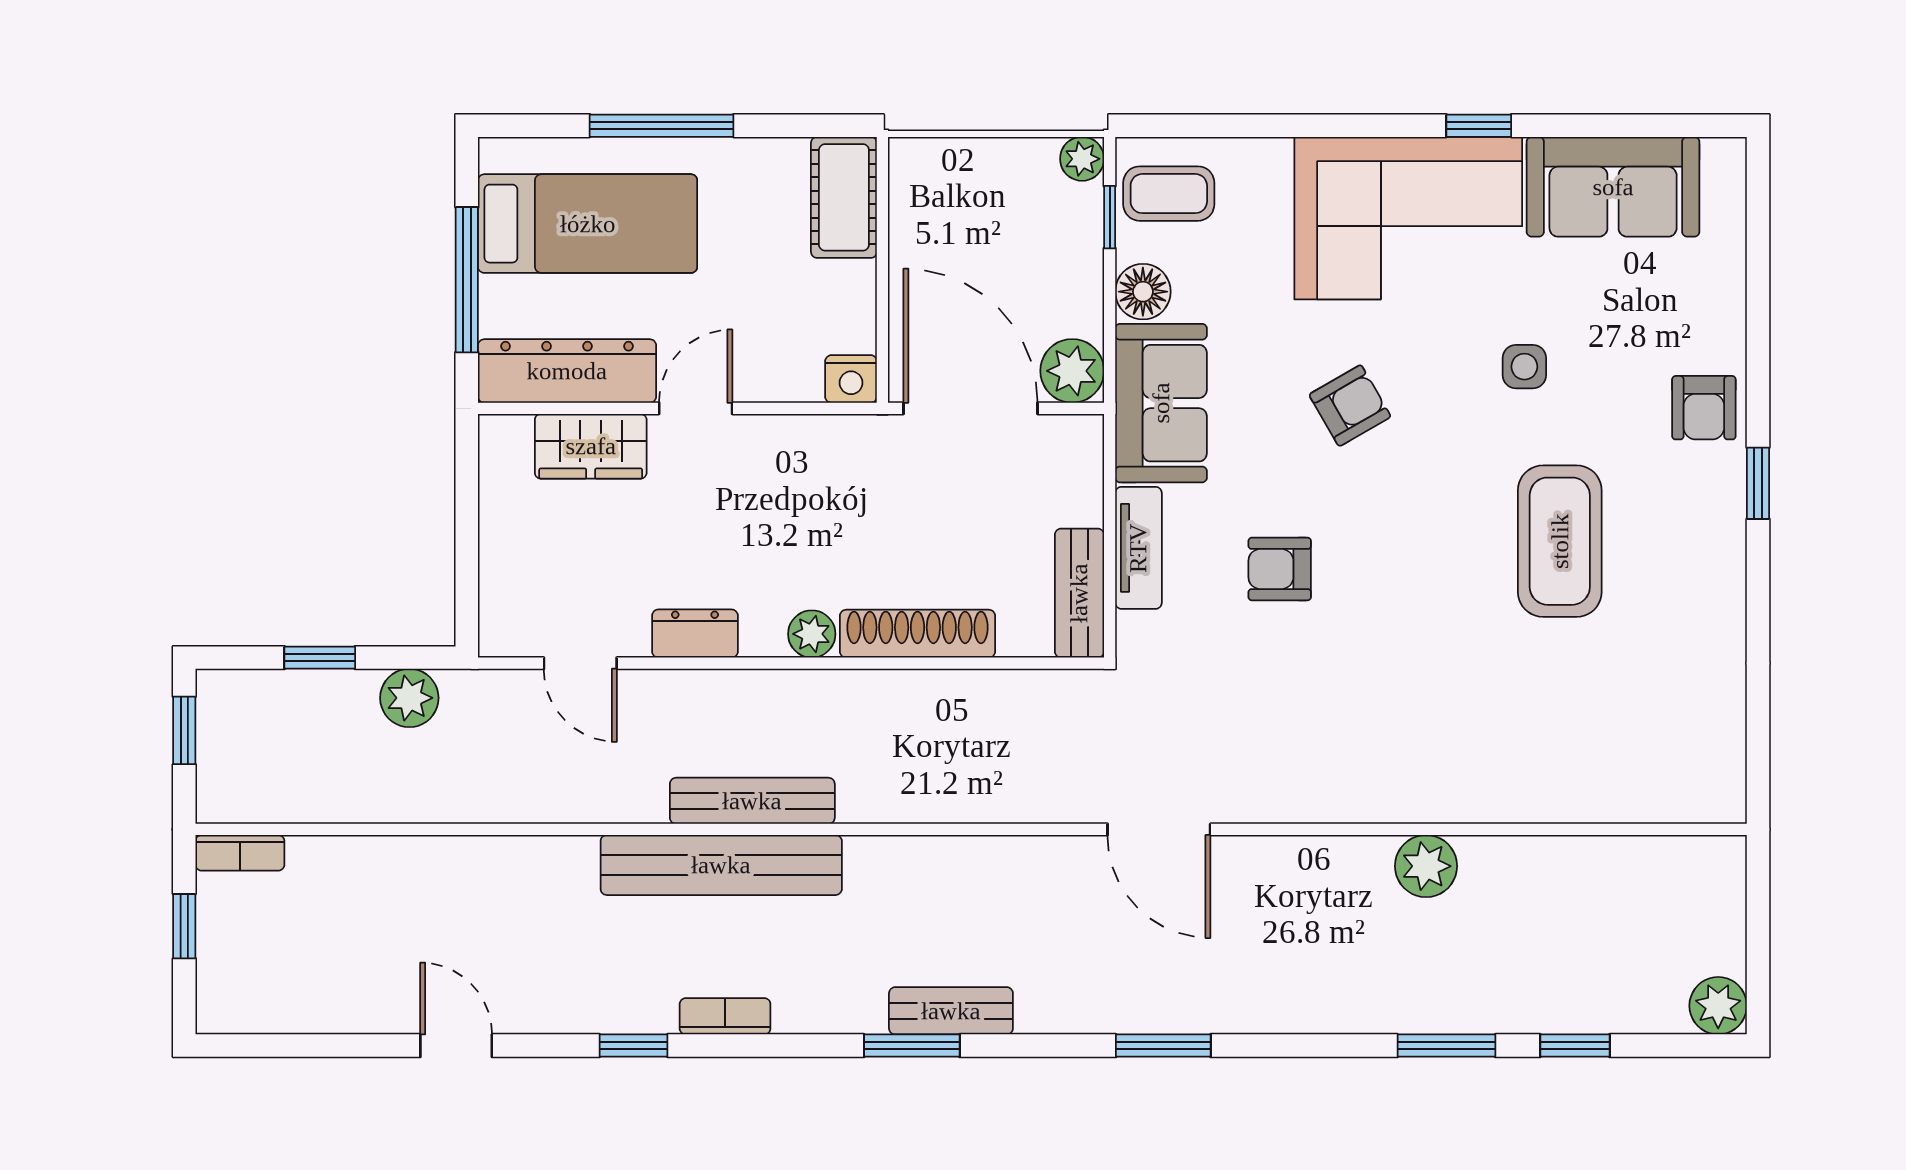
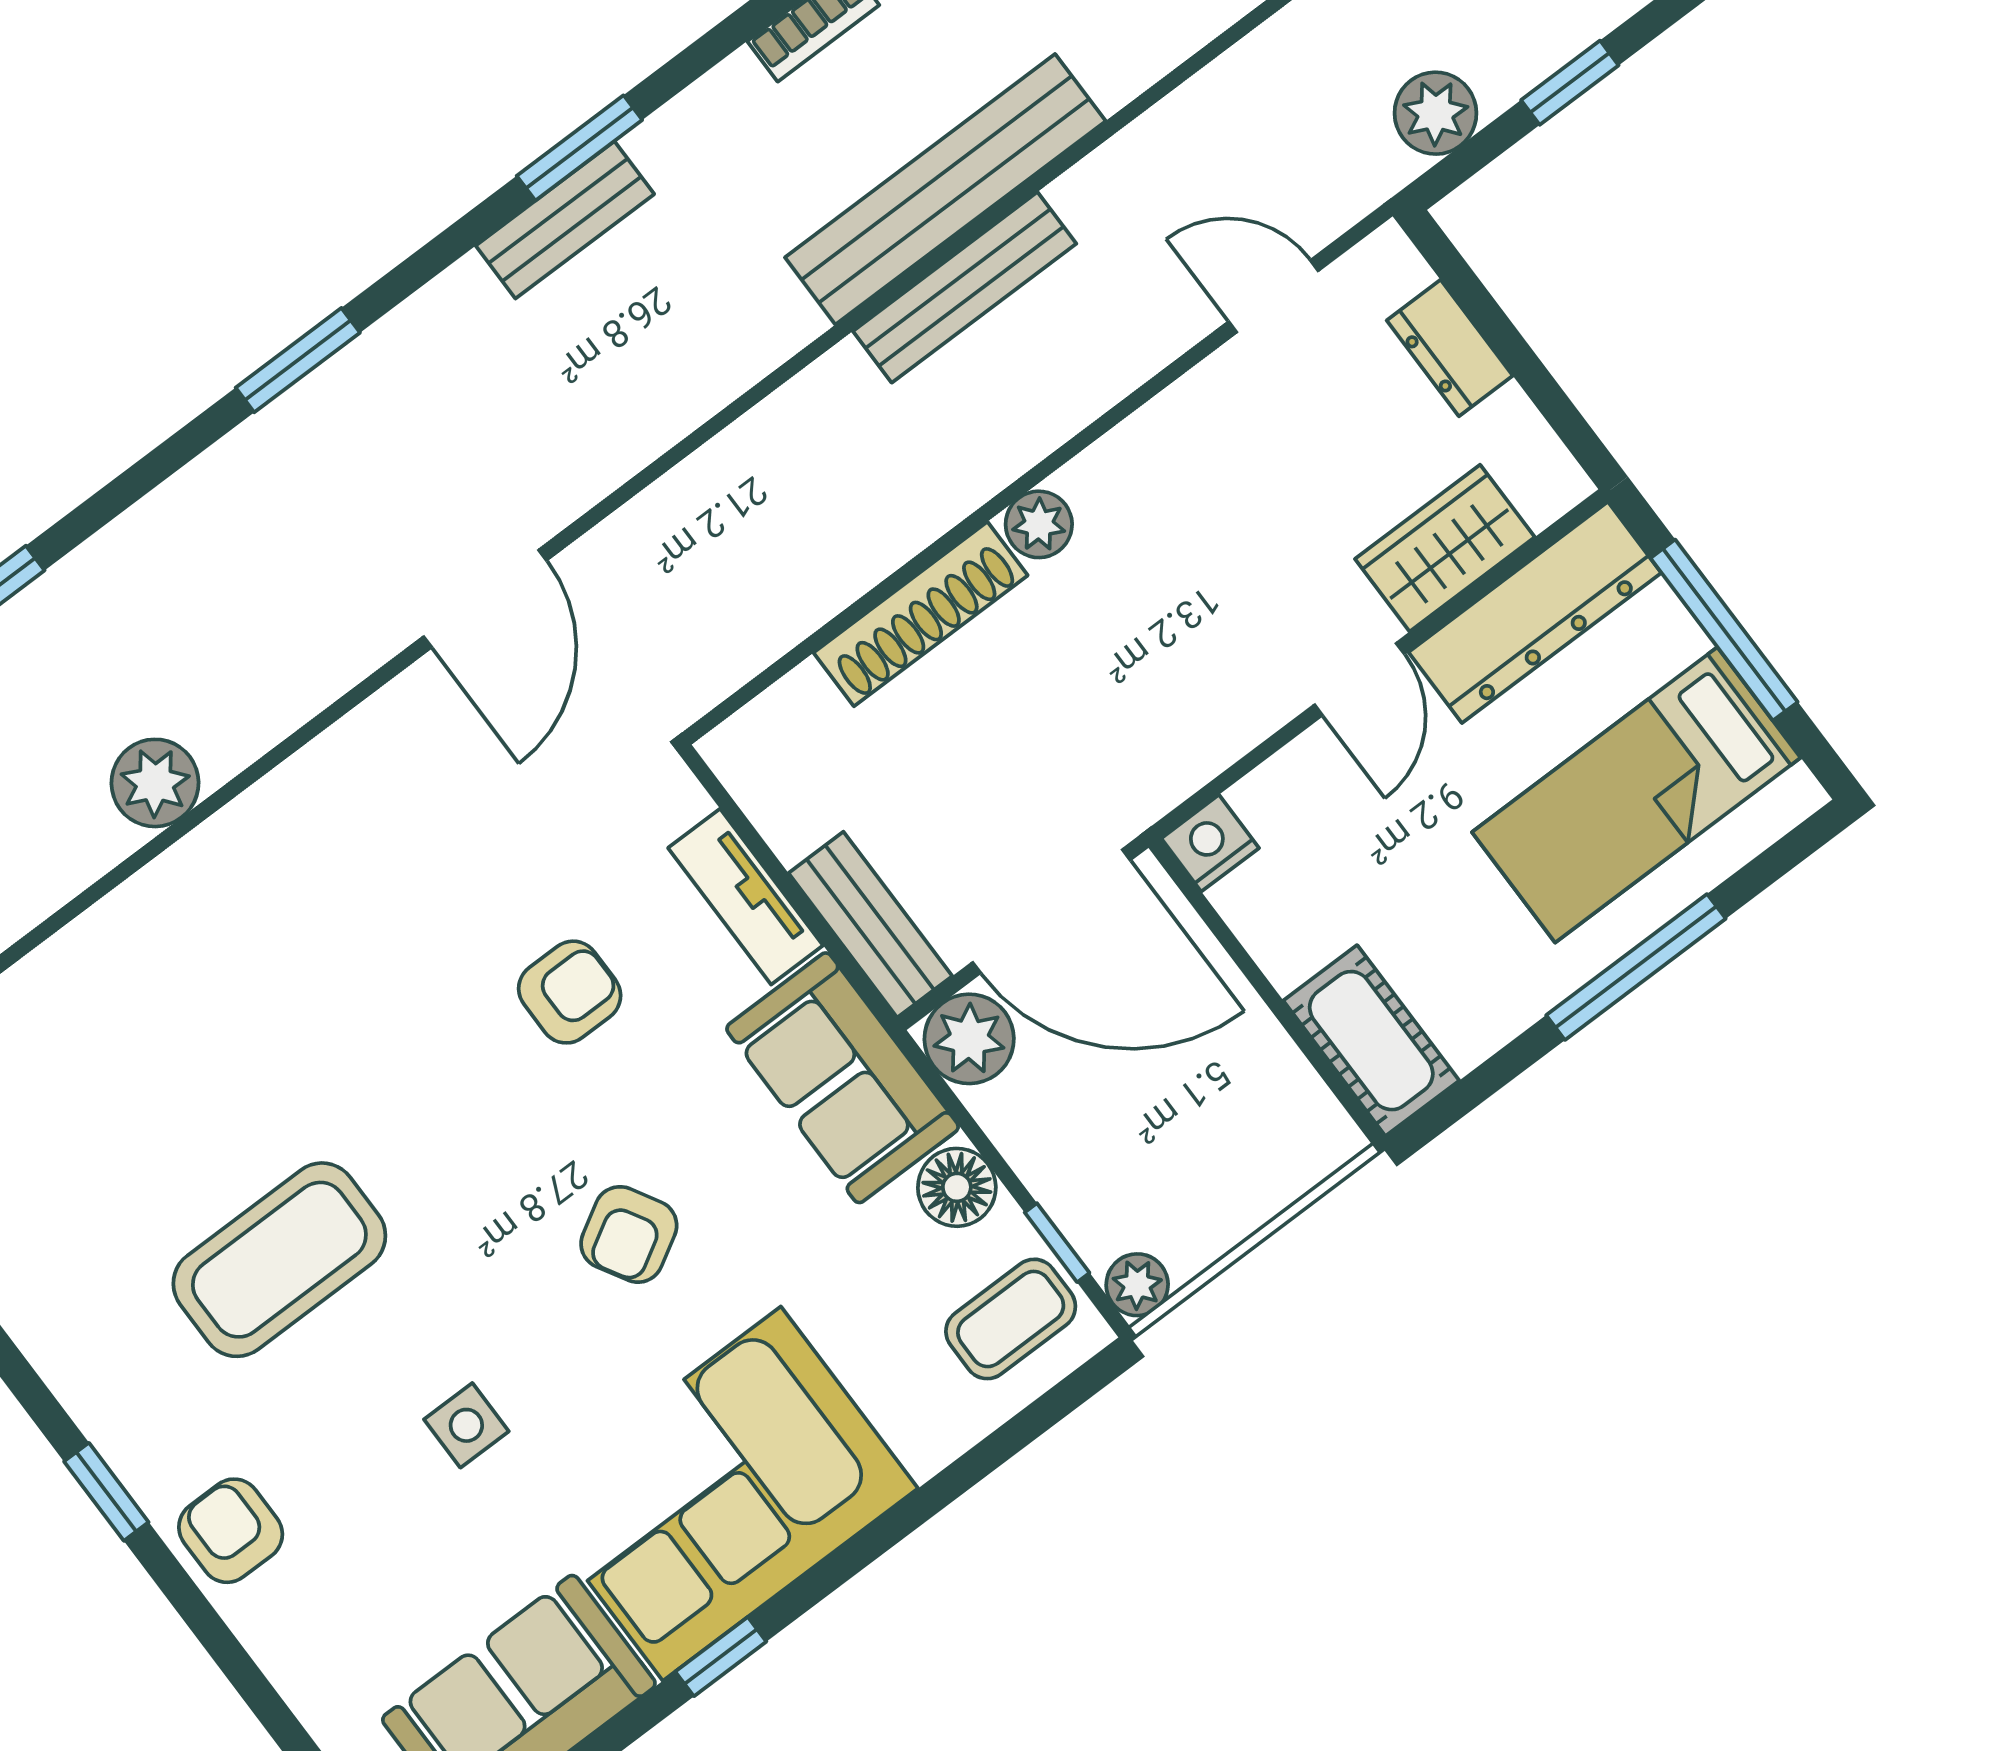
coffee table: (1560, 541) -> (279, 1260), turned 90
bench: (1079, 593) -> (870, 925), moved
dresser: (695, 634) -> (1450, 348), moved, turned 90
door: (1159, 829) -> (485, 599), swing flipped

